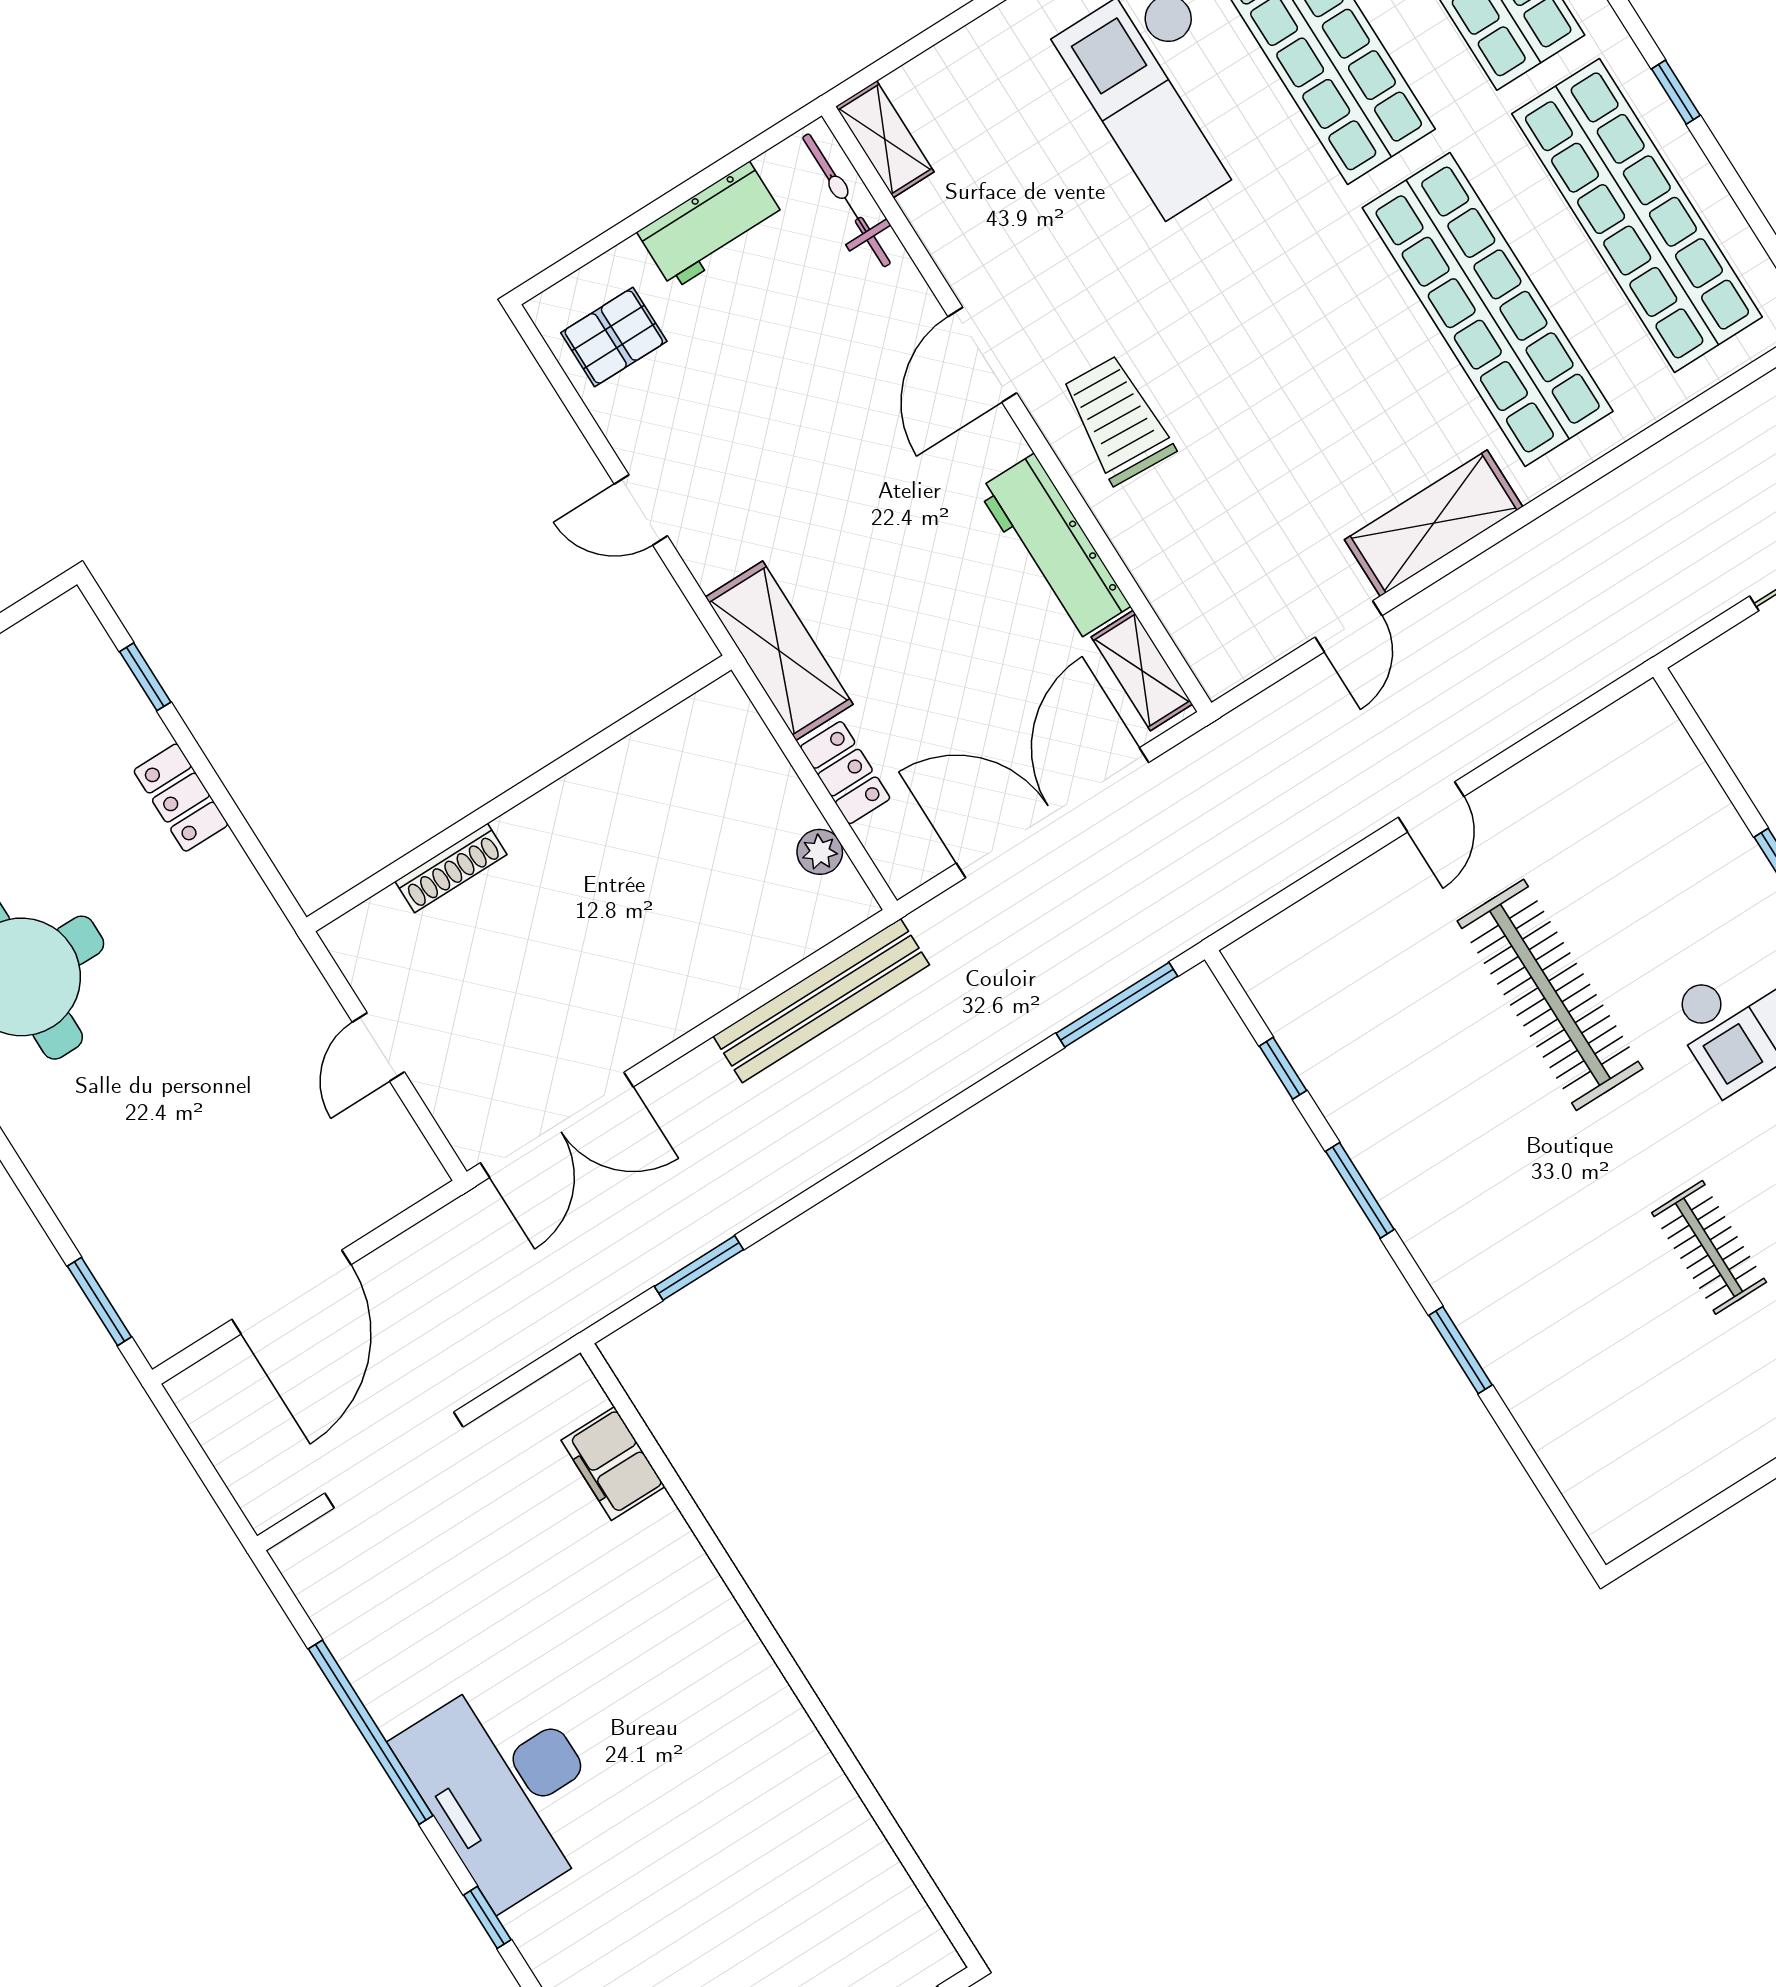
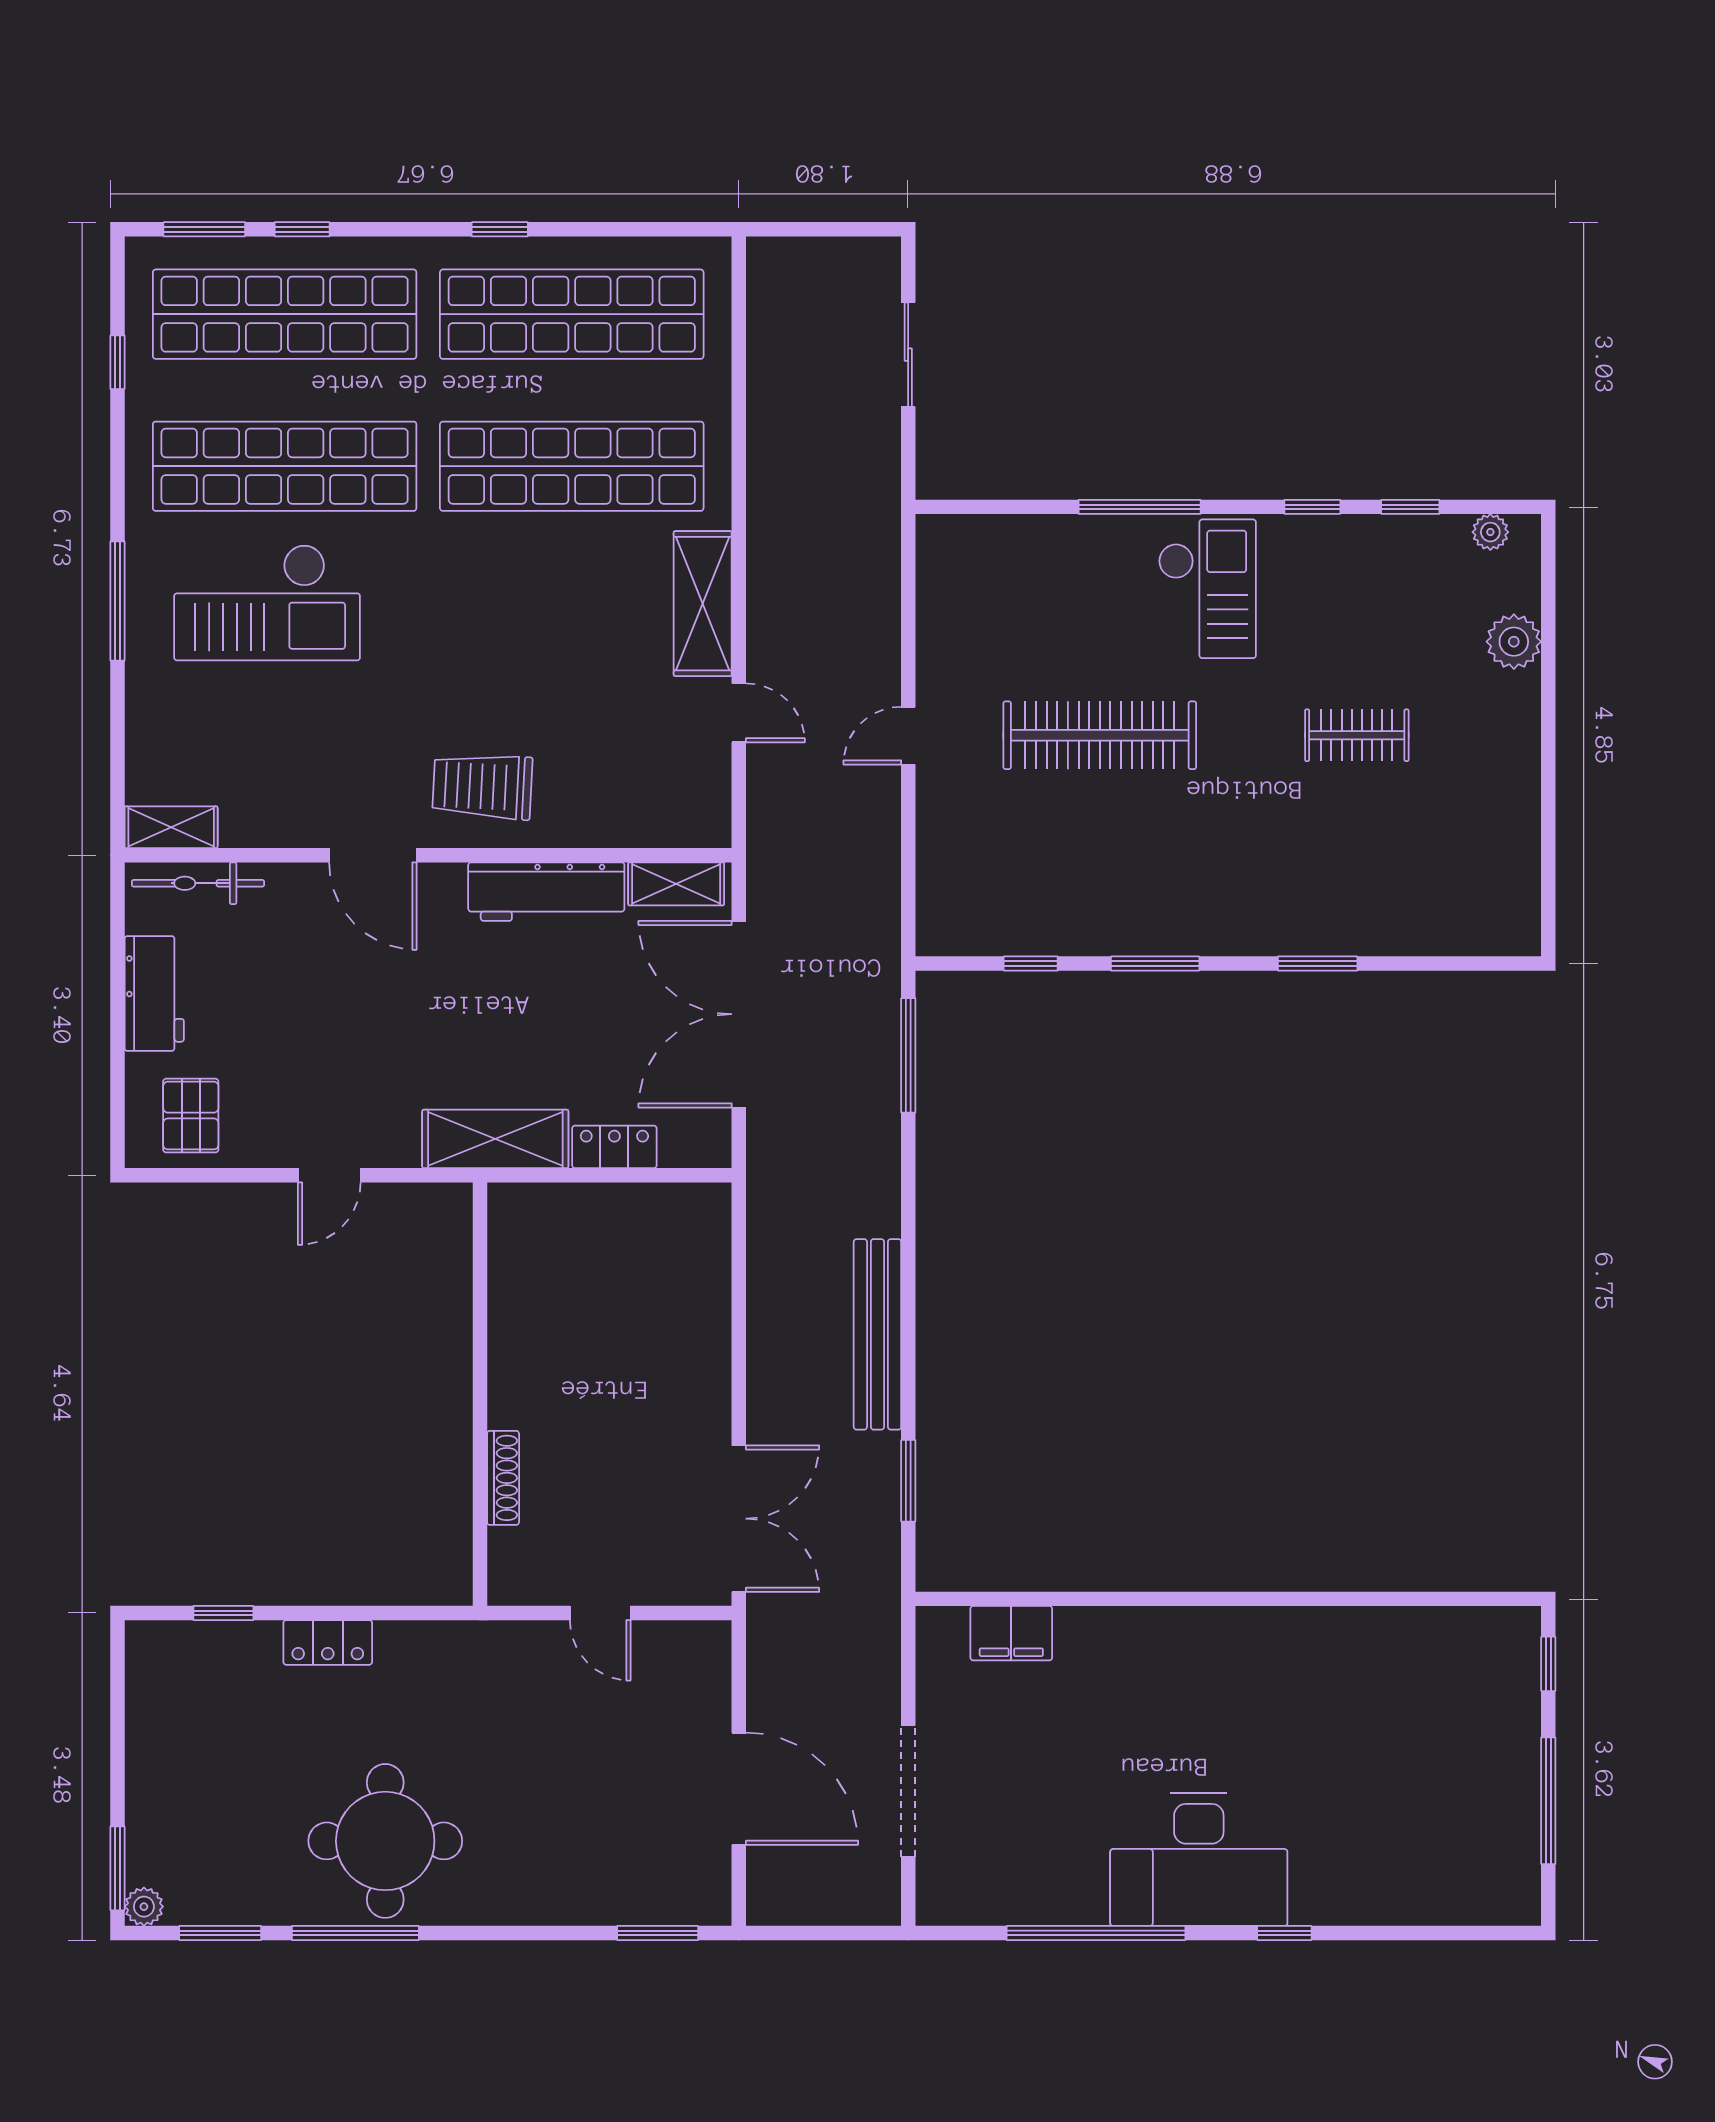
door: (1431, 807) -> (908, 736), swing flipped
plant: (820, 852) -> (660, 1202), removed
bench: (821, 1001) -> (877, 1334), moved

